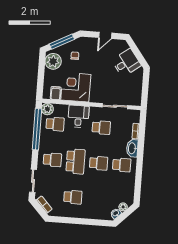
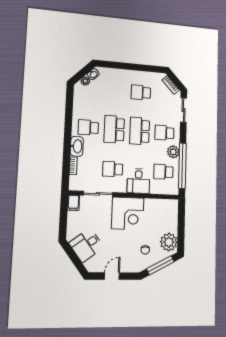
corner desk: (76, 87) -> (128, 213), moved
filing cabinet: (56, 93) -> (73, 203), moved
plant: (47, 109) -> (173, 152), moved
school desk: (99, 163) -> (114, 129), width x1.85

